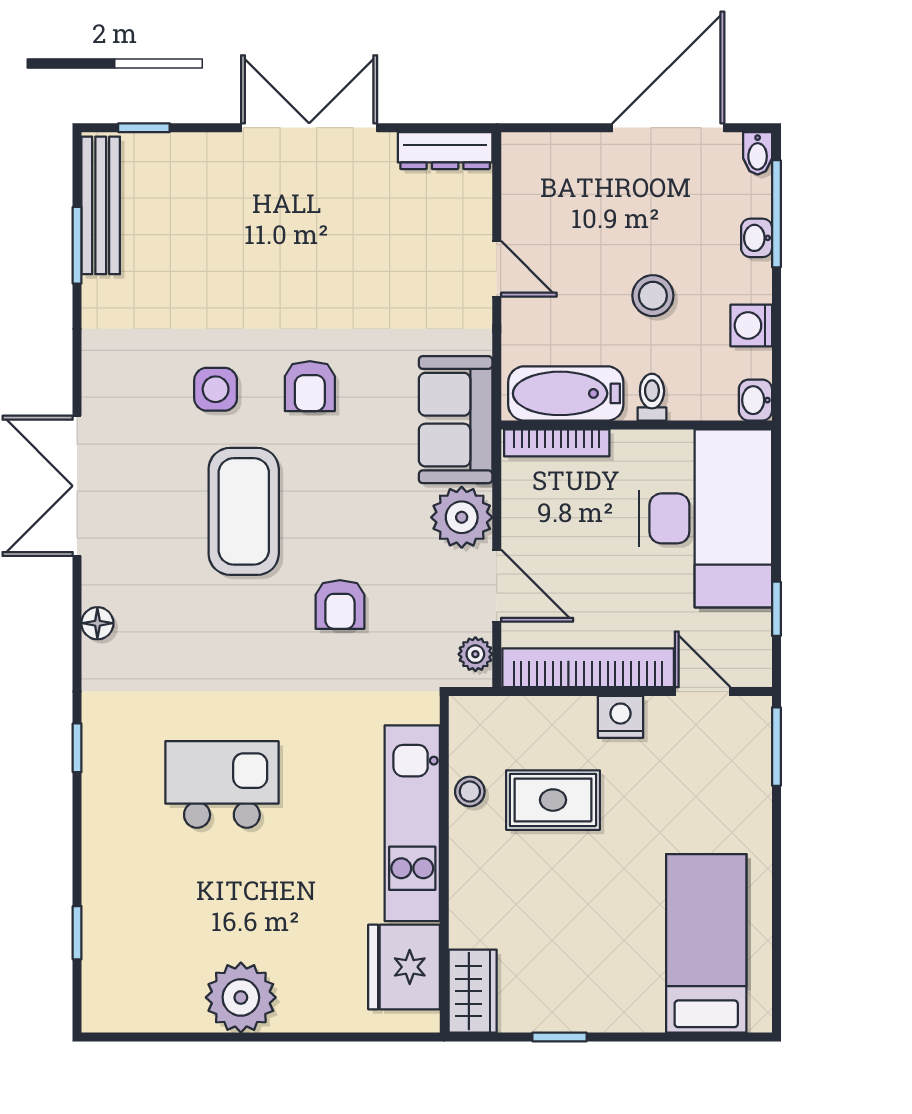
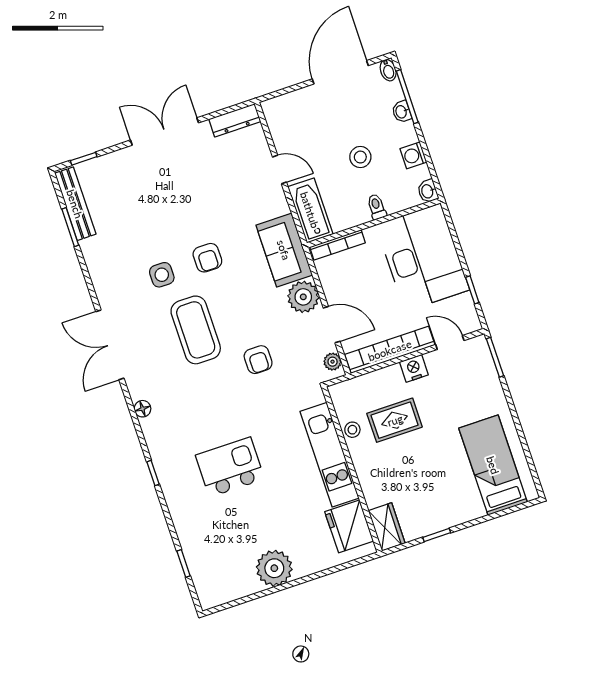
bathtub: (566, 393) -> (310, 210), moved, turned 90

